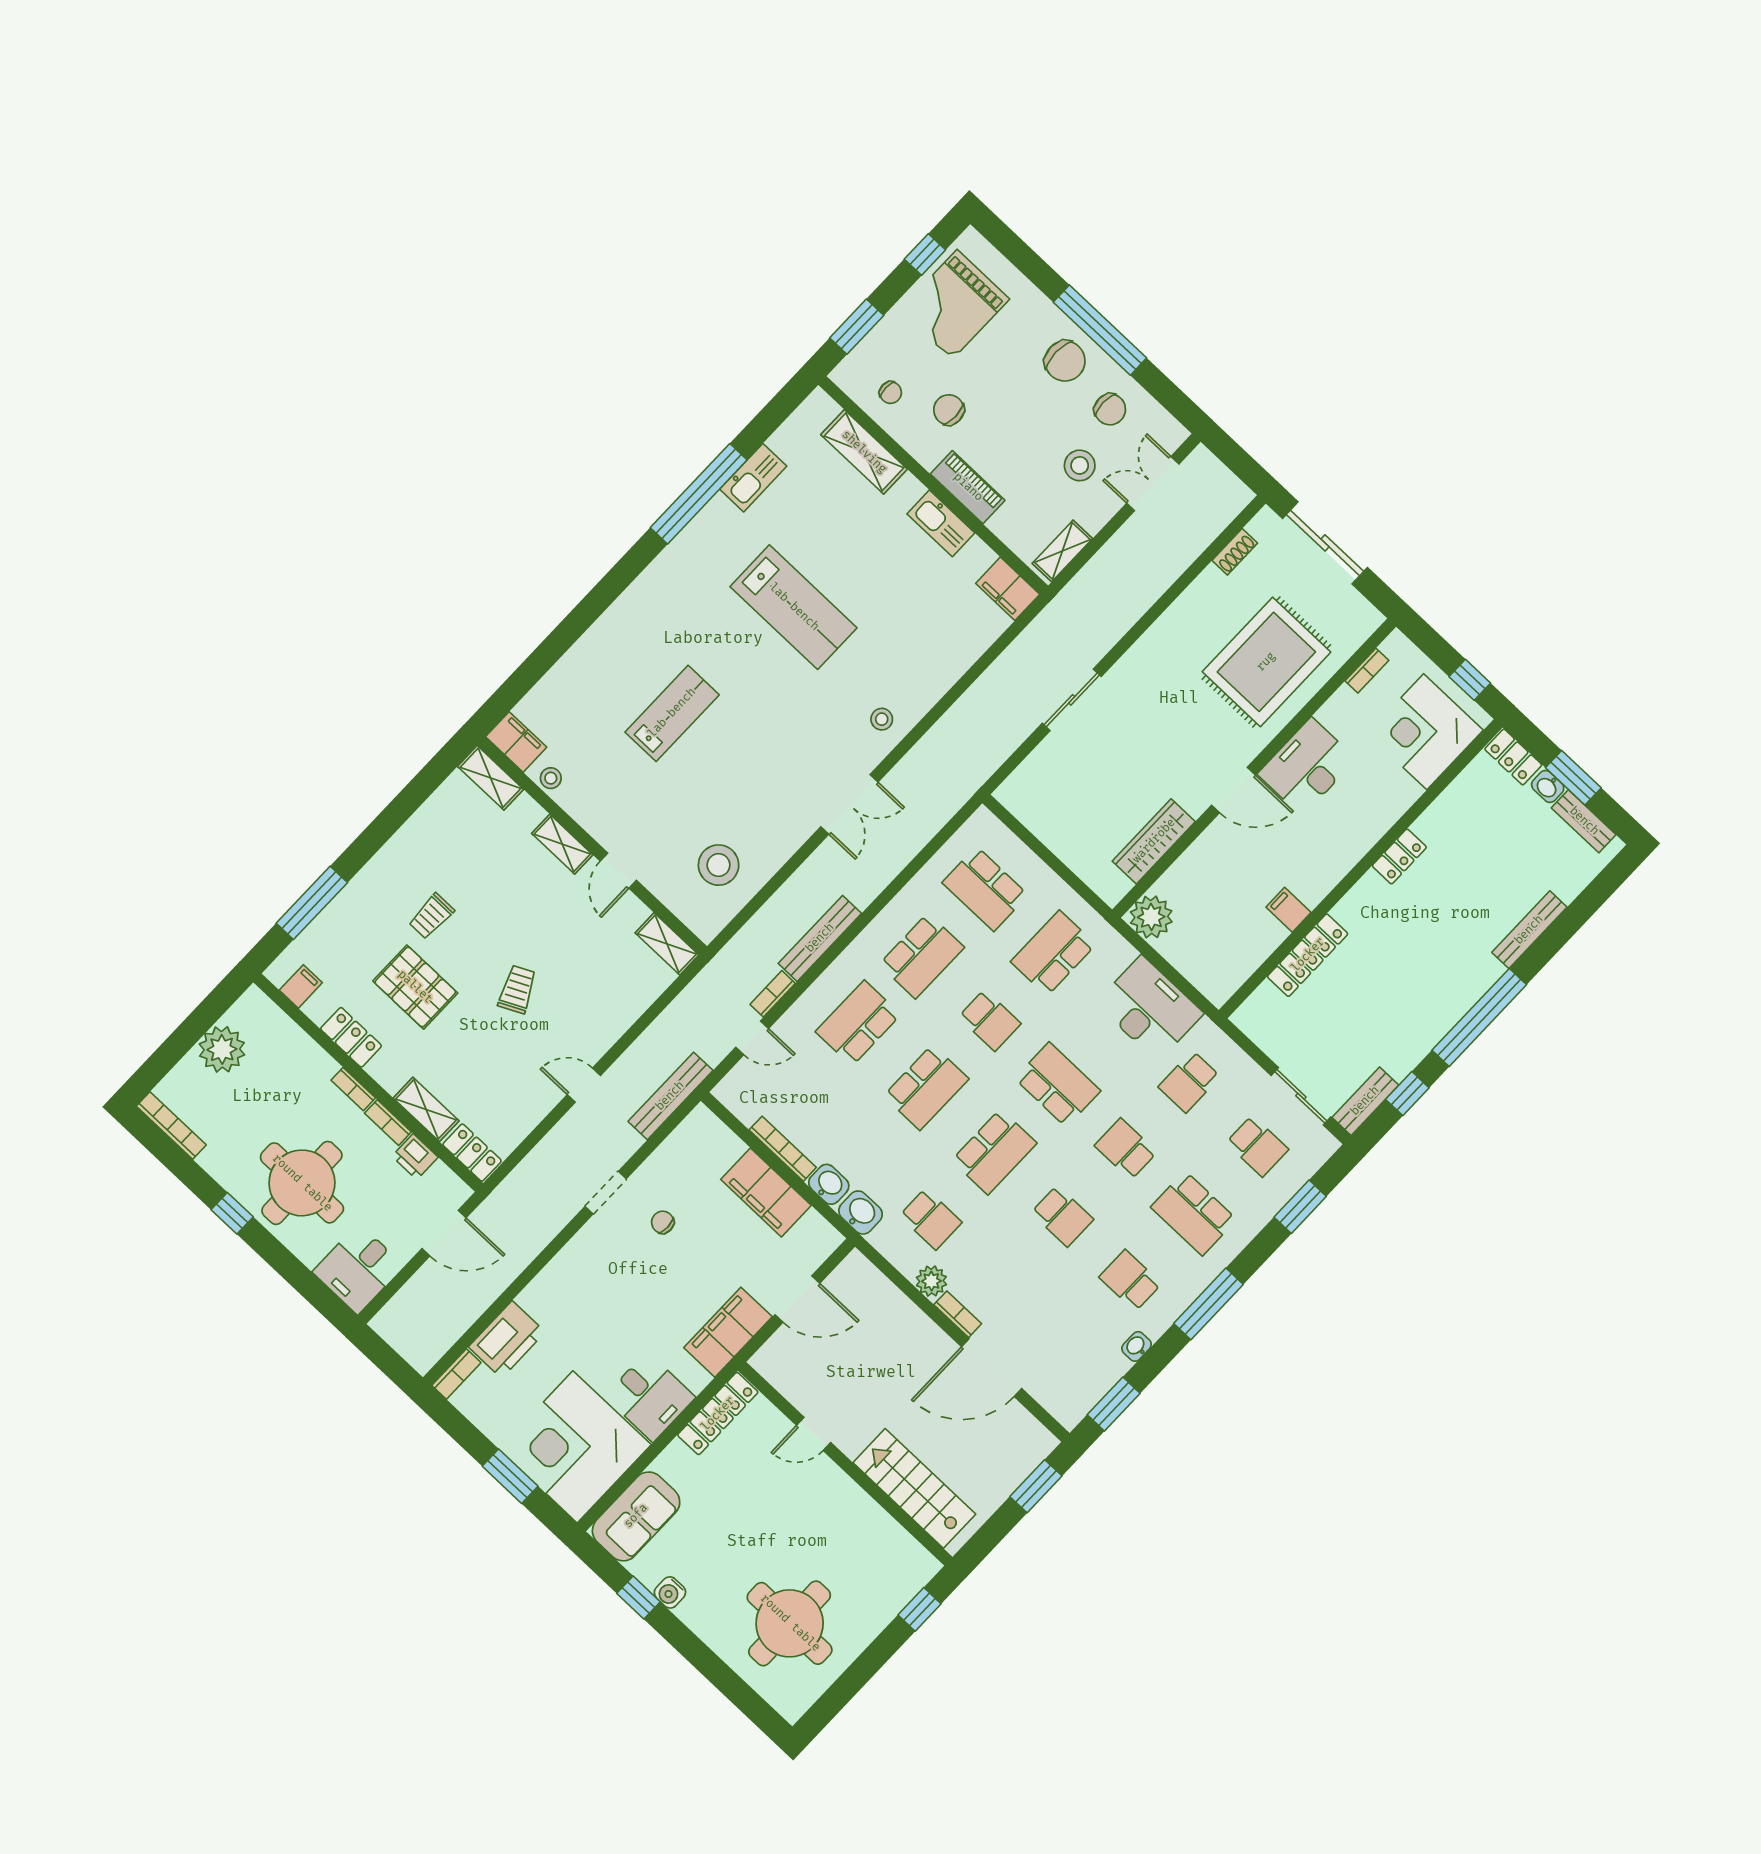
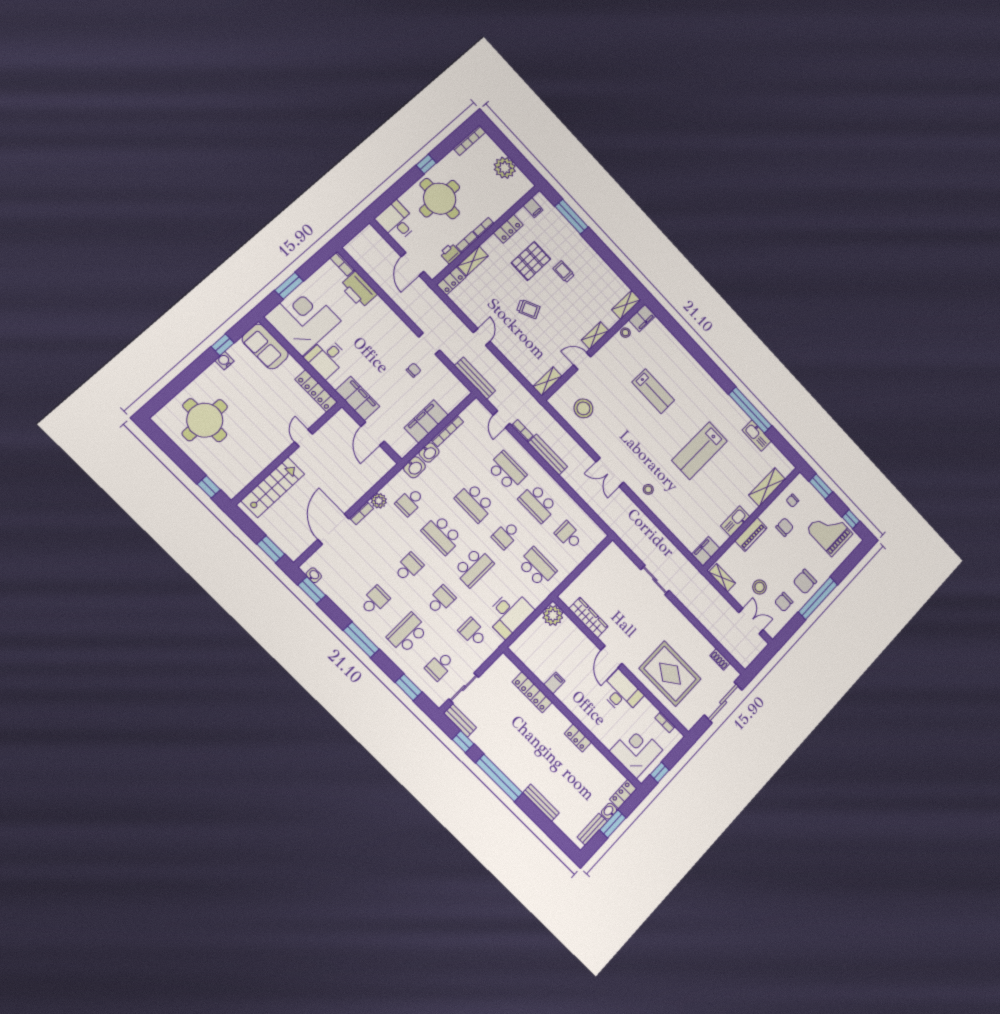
school desk: (985, 889) -> (569, 535), width x0.54
school desk: (1062, 1216) -> (409, 567), turned 180
washbasin: (1137, 1346) -> (314, 575), moved

